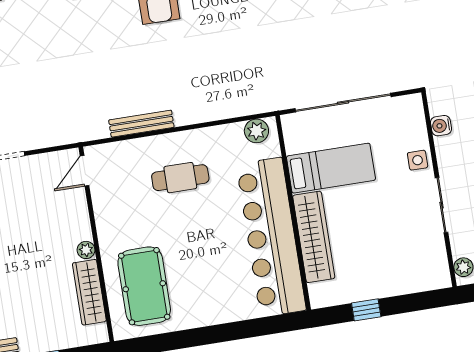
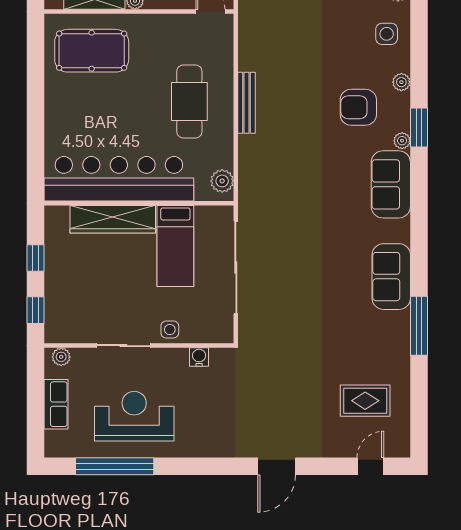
bench: (141, 124) -> (247, 103), moved
cafe table: (180, 178) -> (189, 101), width x1.37, depth x1.35
window: (420, 301) -> (35, 310), added

